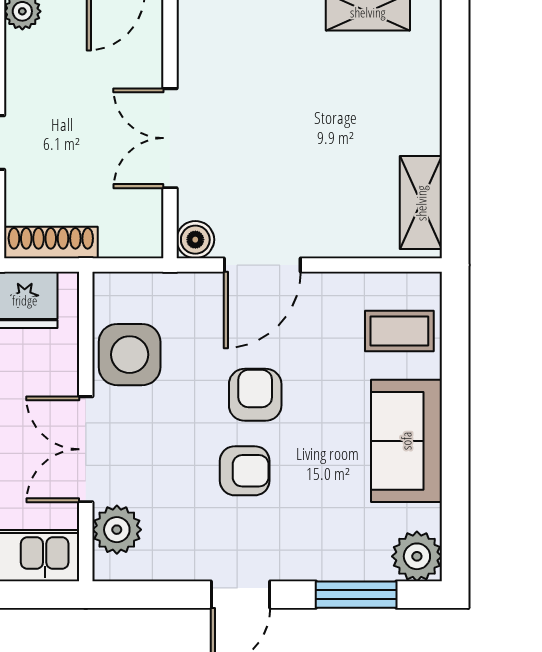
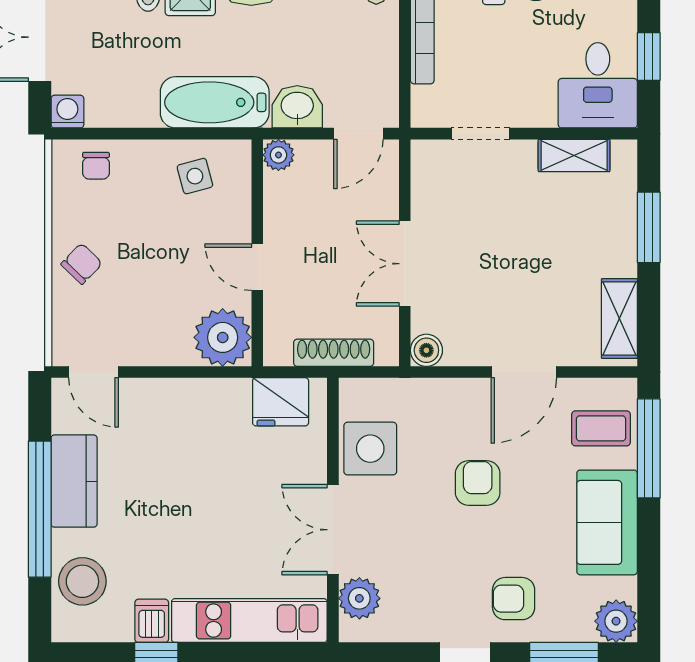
window: (455, 96) -> (649, 227), added
shoe rack: (51, 242) -> (334, 353), moved
door: (262, 265) -> (524, 372), moved
window: (455, 354) -> (649, 448), added
armchair: (245, 471) -> (514, 599), moved, turned 180

